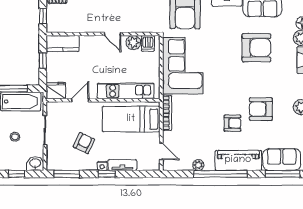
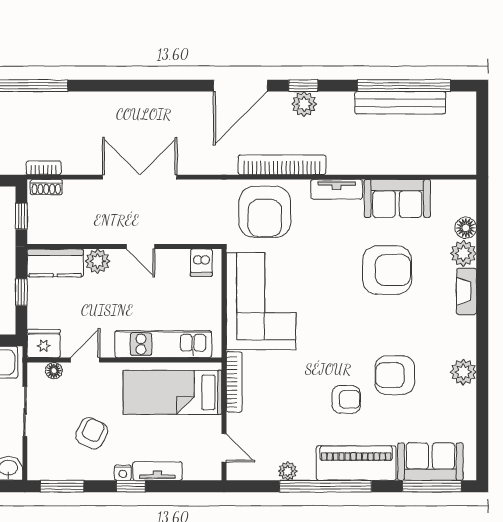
plant: (133, 43) -> (98, 261), moved
floor lamp: (62, 106) -> (54, 371), added

